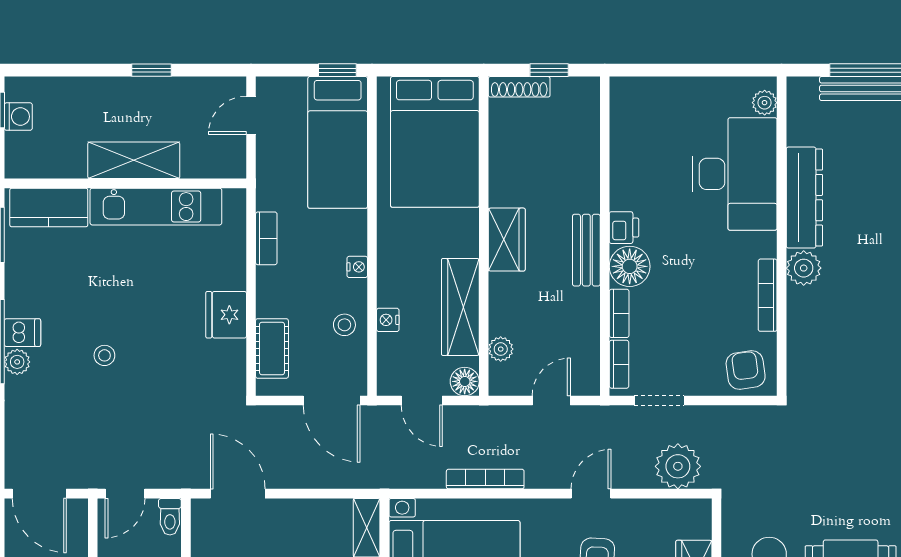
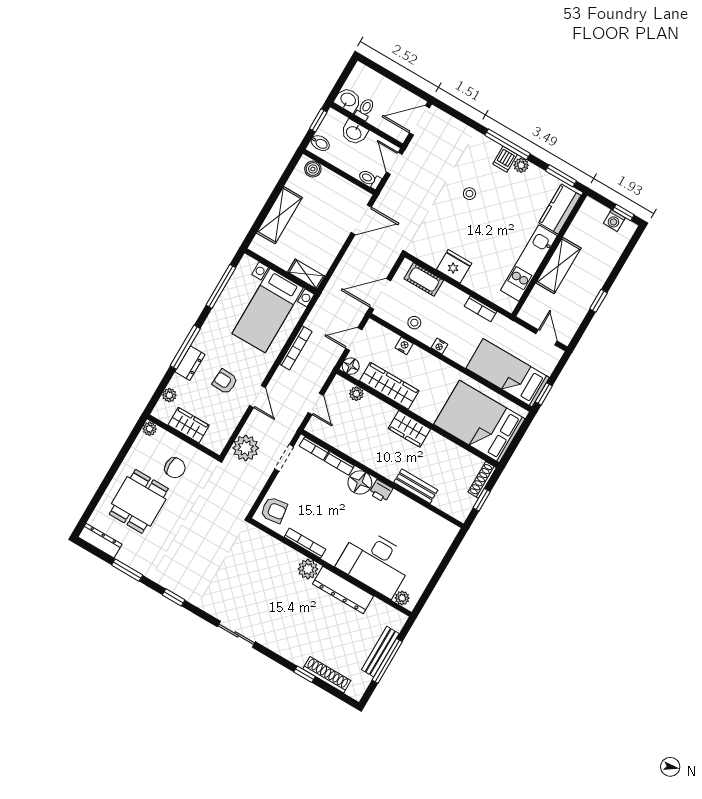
bench: (586, 250) -> (416, 486), moved
plant: (17, 362) -> (521, 165), moved

